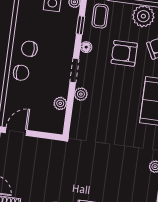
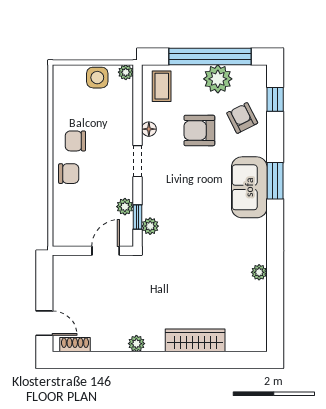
window: (80, 25) -> (137, 217), moved
plant: (81, 94) -> (150, 226), moved
door: (16, 131) -> (106, 251), moved

